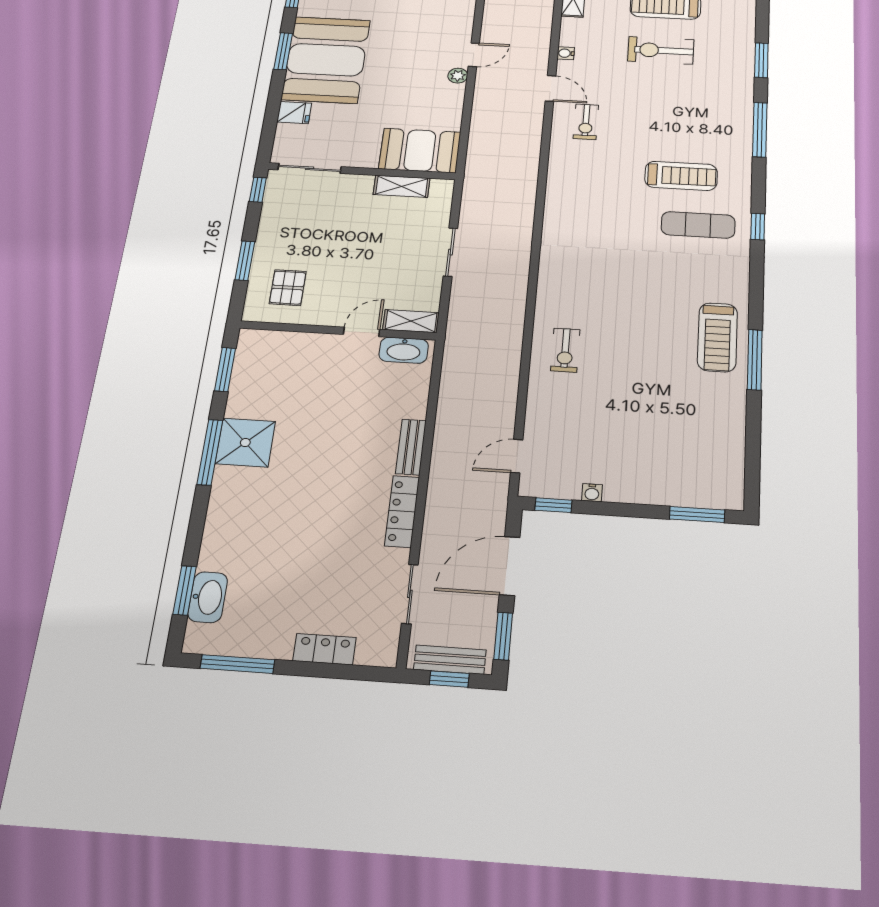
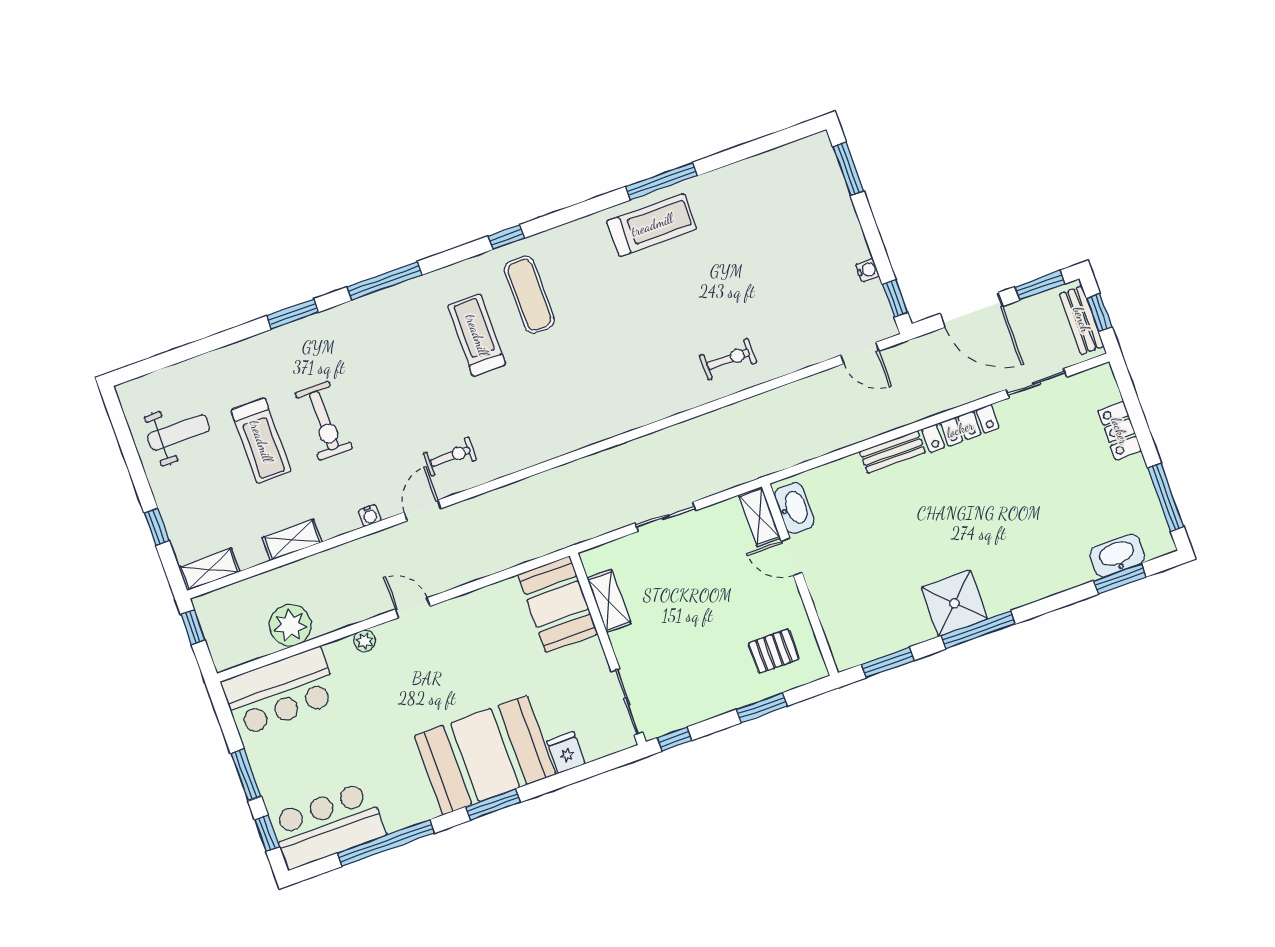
plant: (458, 76) -> (365, 641), moved

